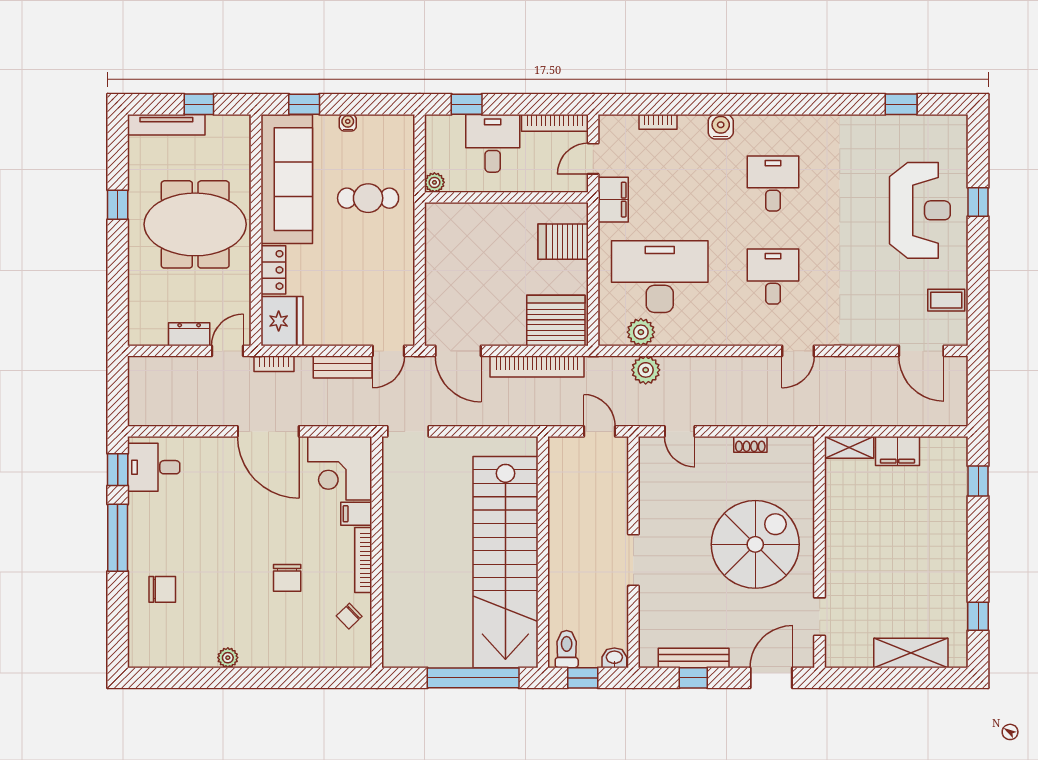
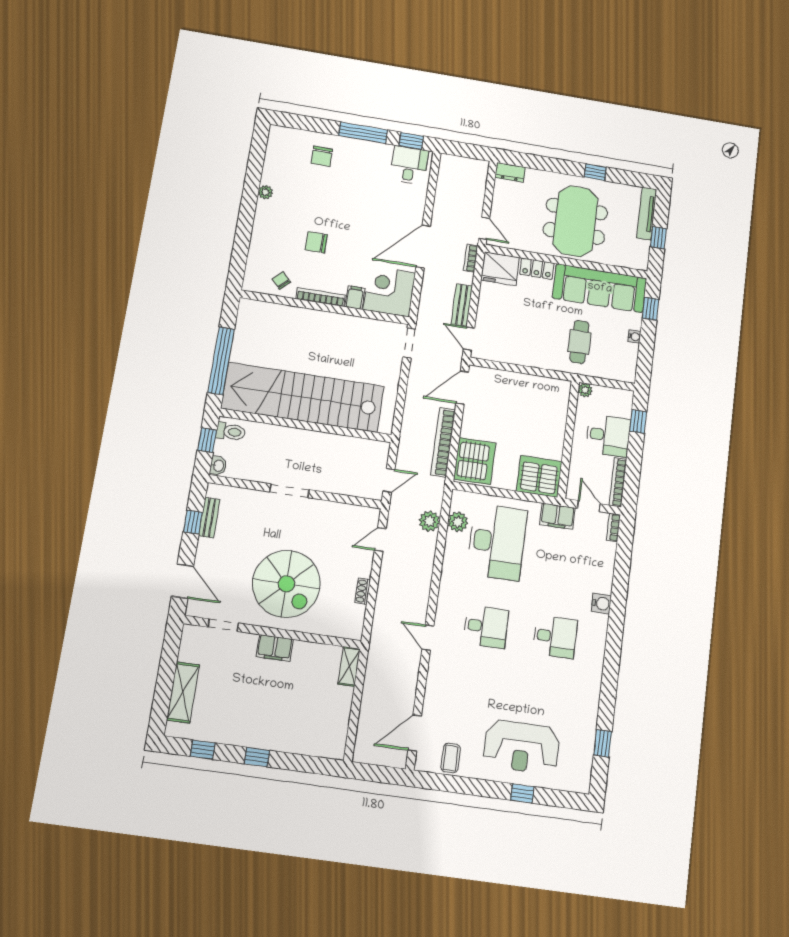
bookcase: (658, 122) -> (613, 527), moved
server rack: (563, 242) -> (539, 476), width x1.60
dresser: (189, 334) -> (510, 172), moved, turned 90
filing cabinet: (897, 451) -> (275, 648), moved, turned -90
window: (978, 481) -> (257, 757), moved
bench: (694, 658) -> (209, 518), width x0.73

